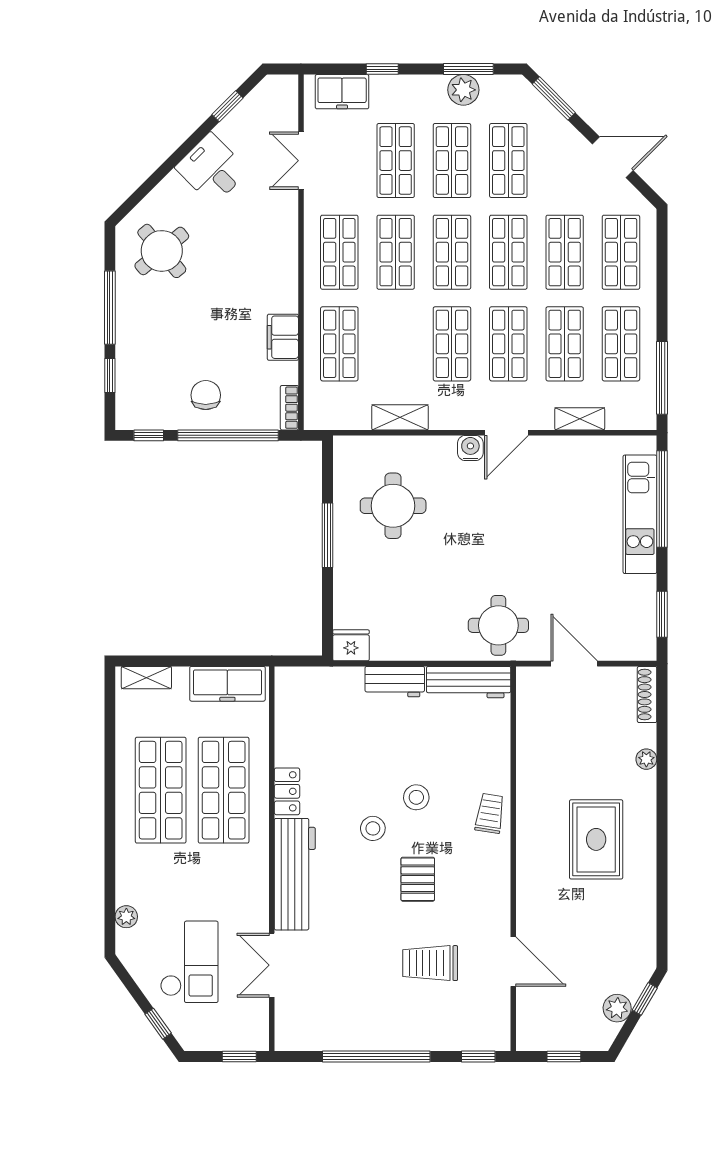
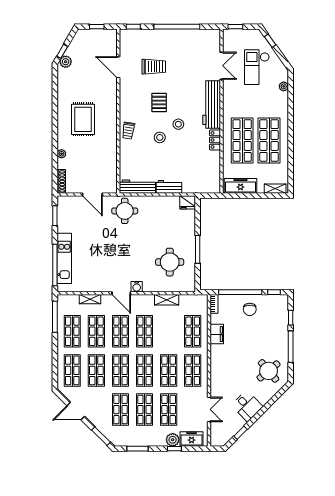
plant: (463, 90) -> (173, 440), moved
door: (506, 433) -> (121, 293), swing flipped
plant: (617, 1008) -> (66, 62), moved

